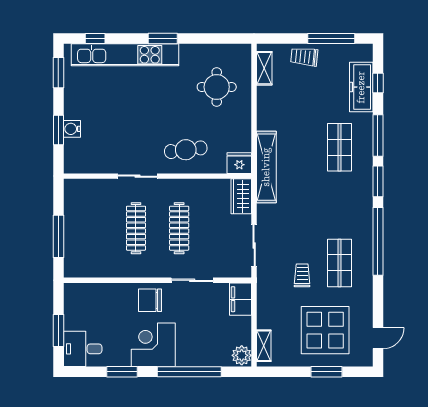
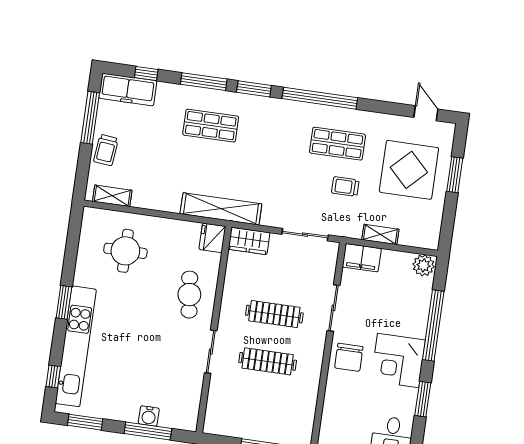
freezer: (361, 87) -> (128, 90), moved
window: (58, 130) -> (148, 431), width x1.44
shelving: (264, 346) -> (380, 234), moved

